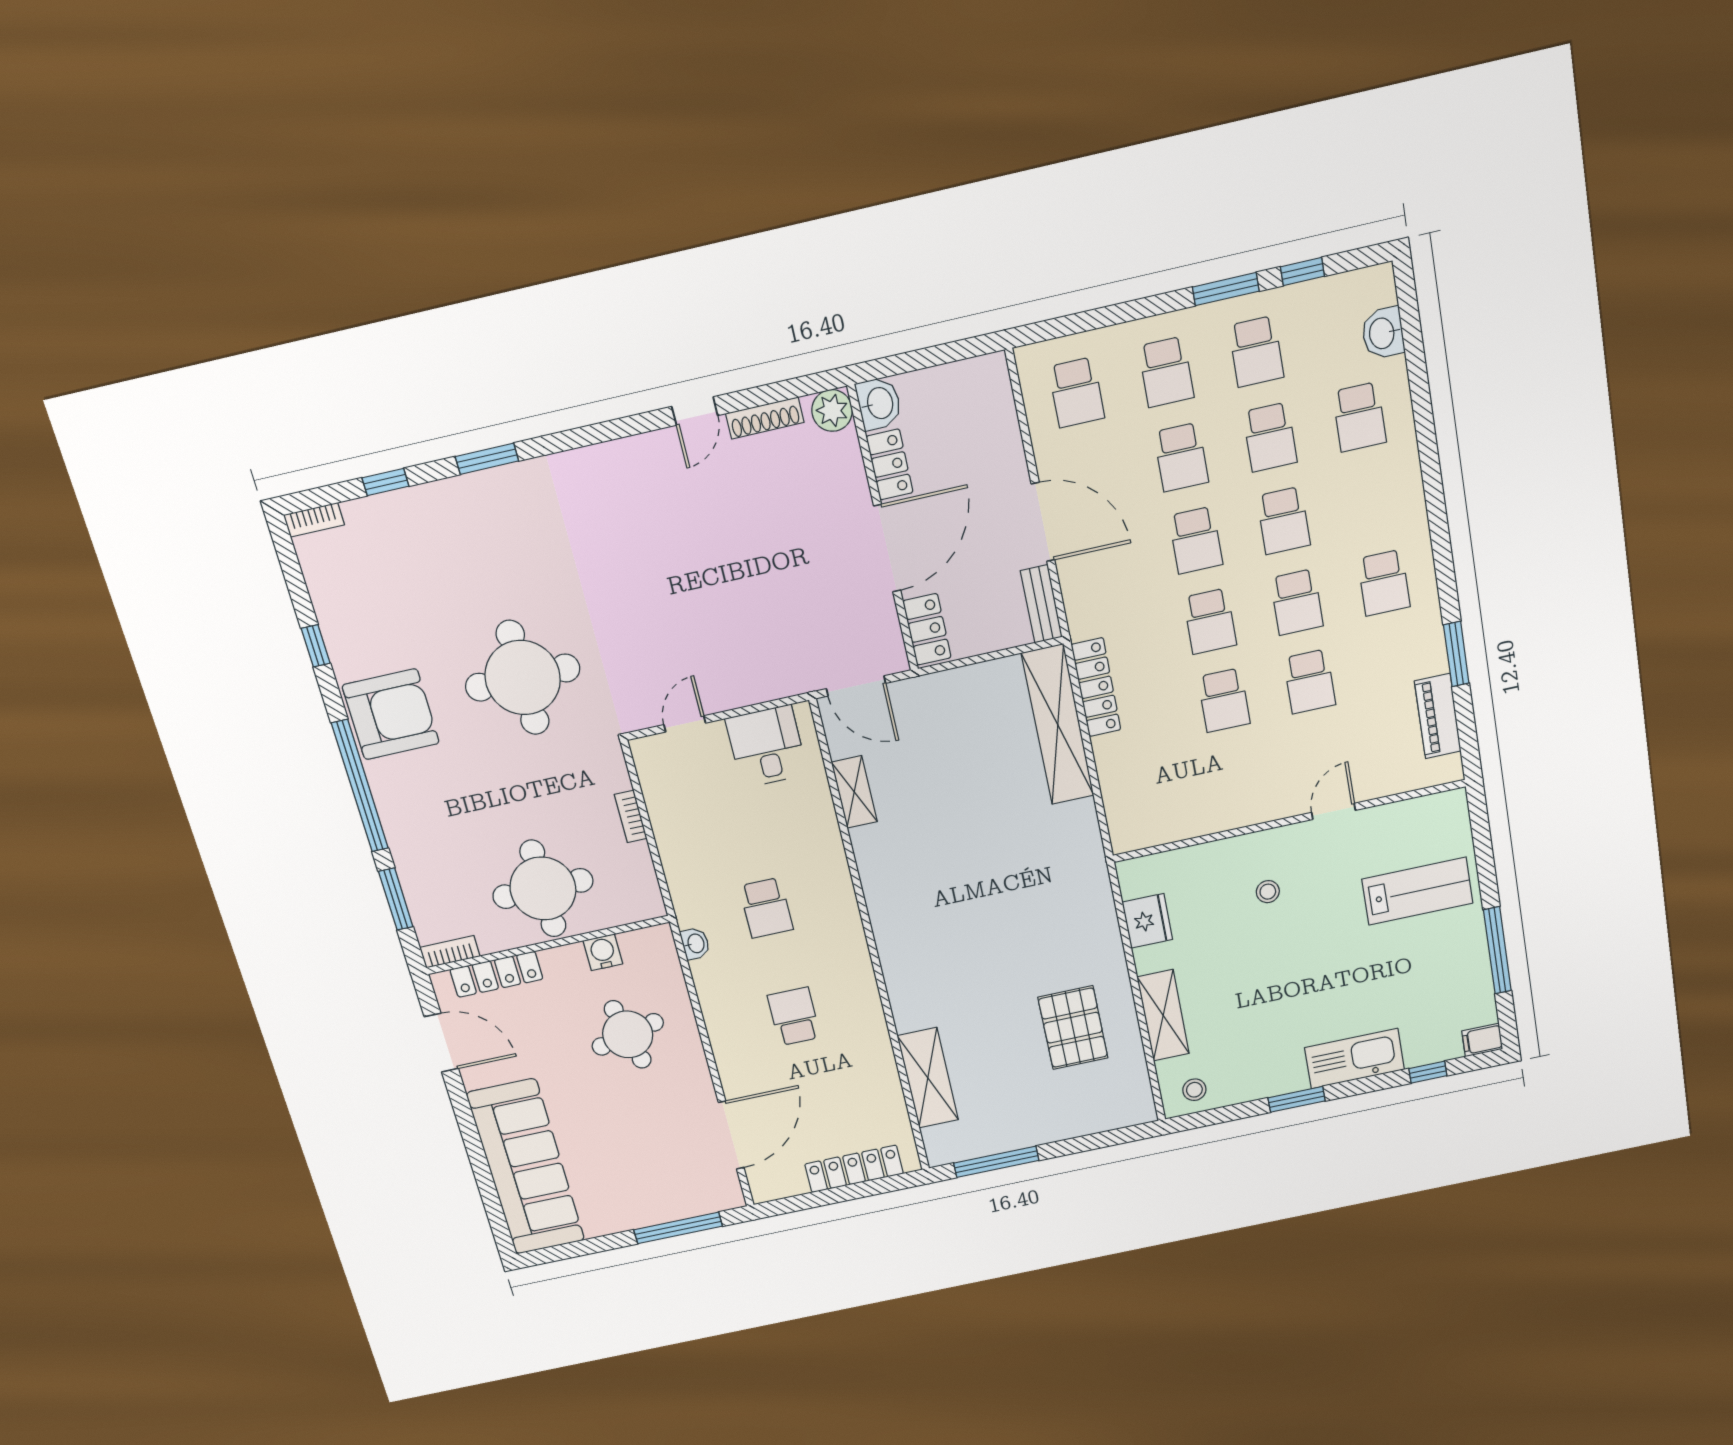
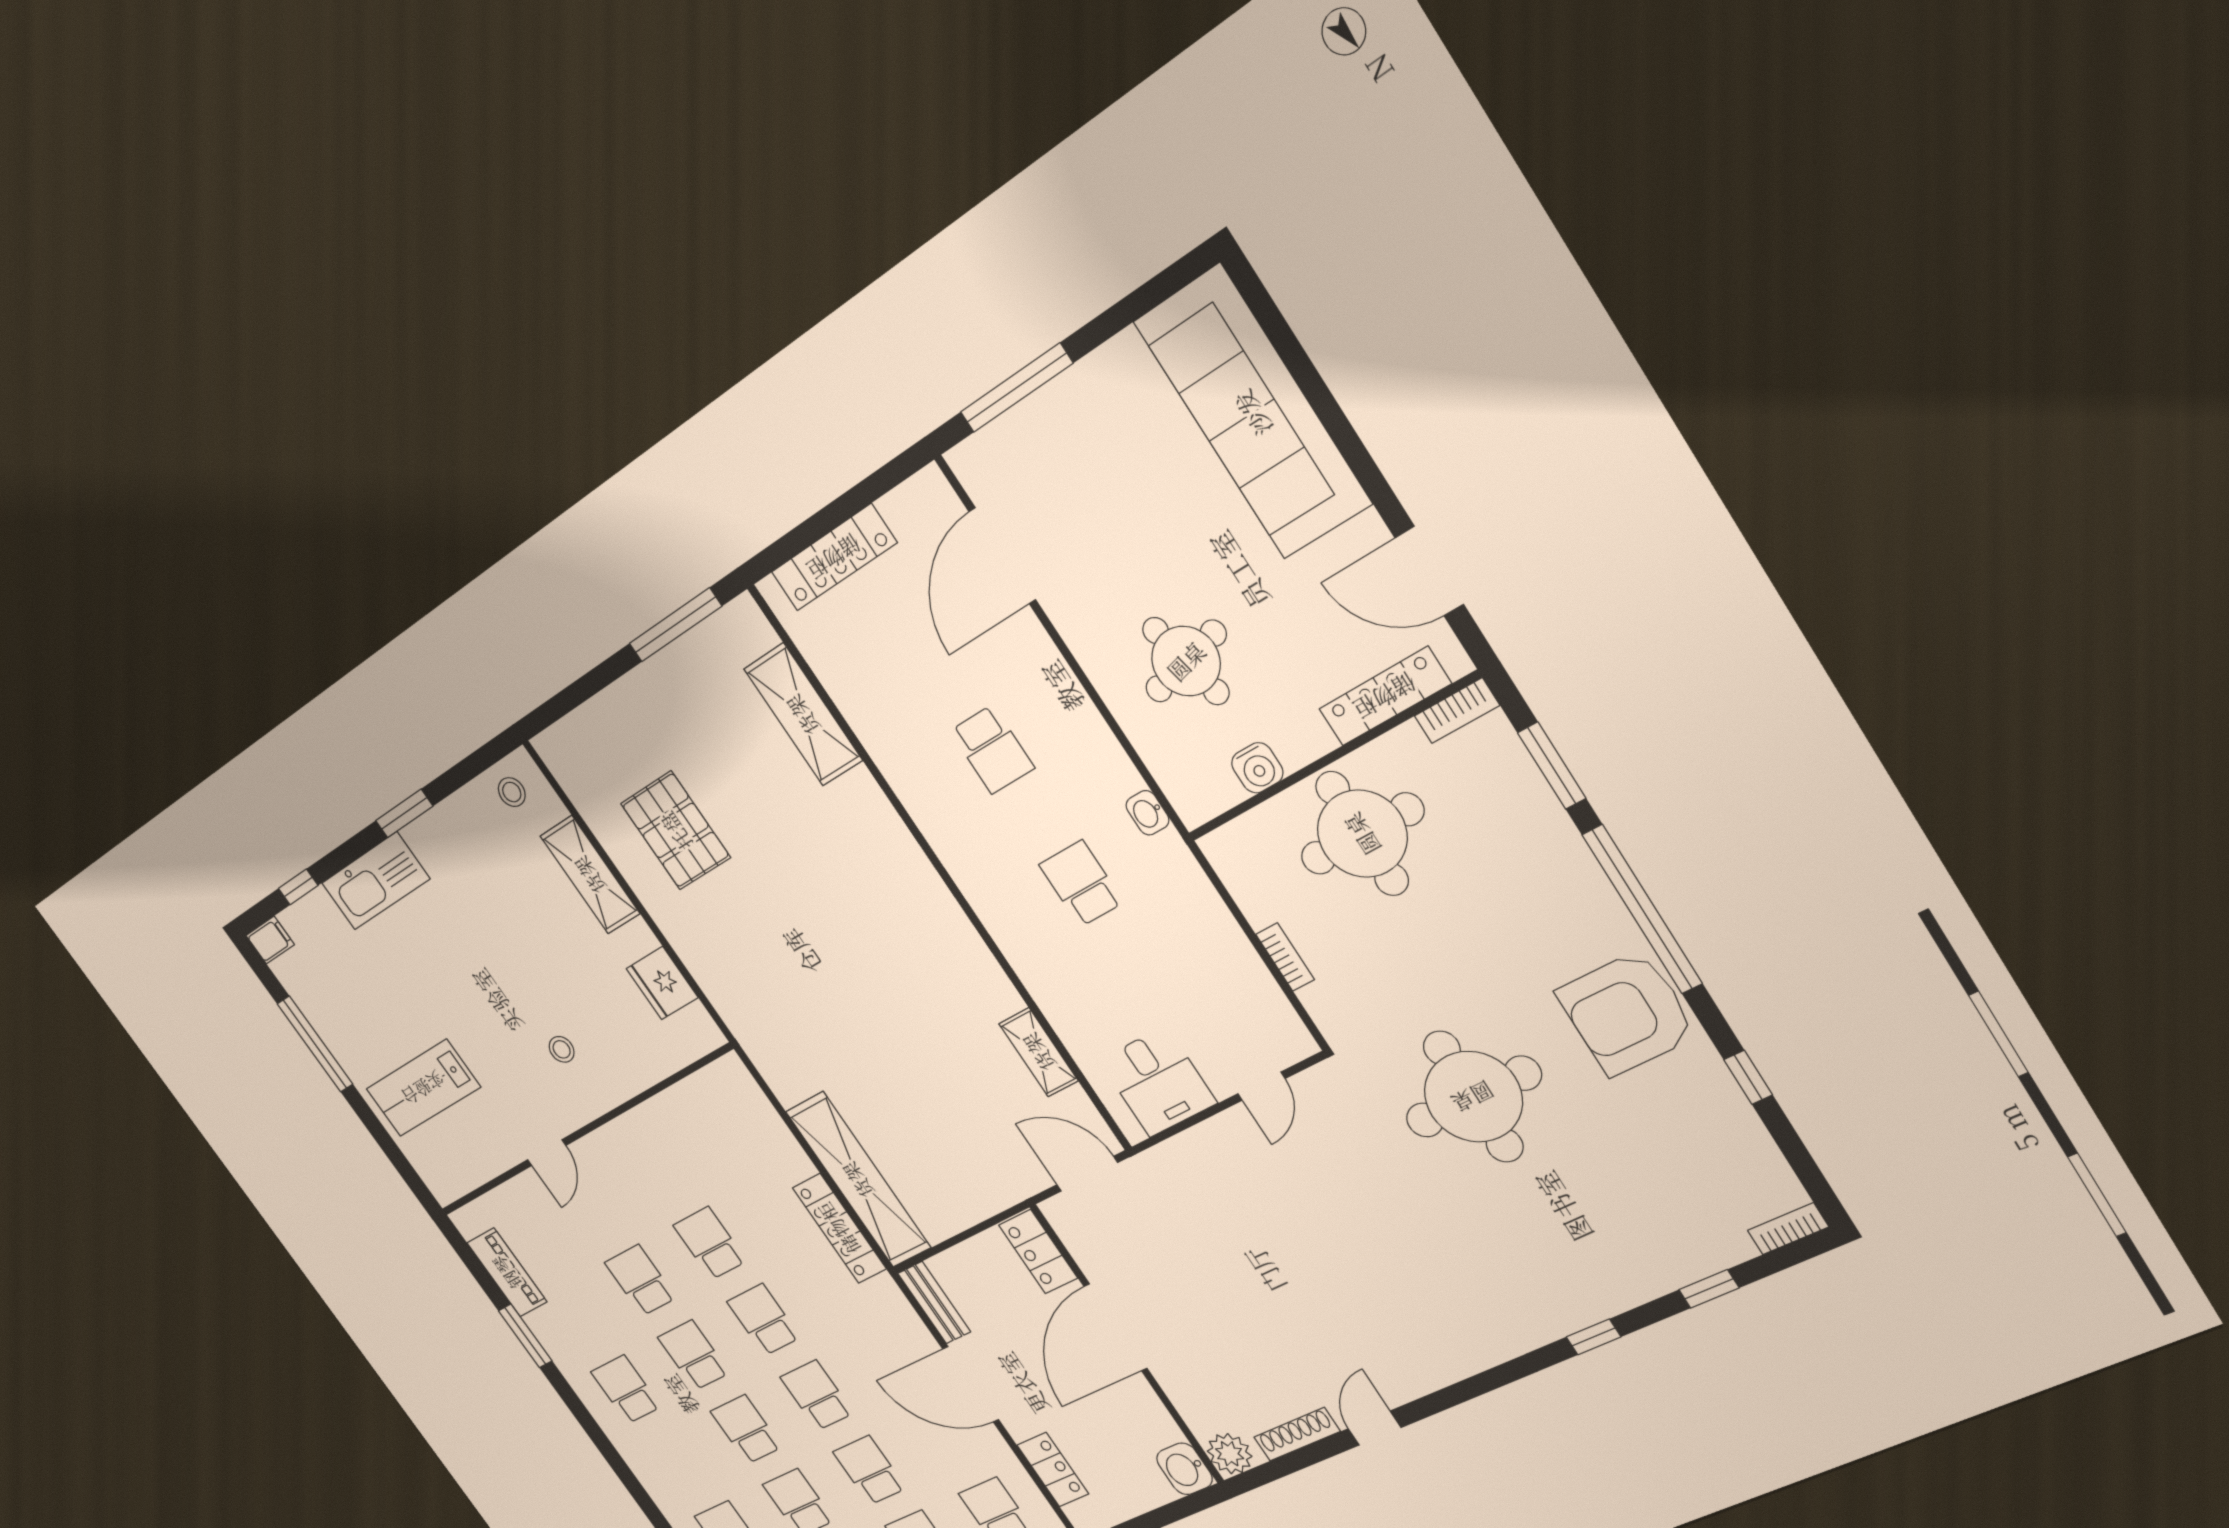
window: (487, 459) -> (1594, 1337), width x0.67
locker: (890, 465) -> (1053, 1470), moved, turned 180

